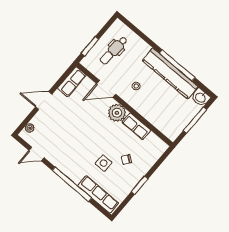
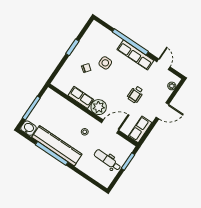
dental chair: (114, 50) -> (107, 160), turned -93
wheelchair: (73, 123) -> (135, 94), added
door: (36, 154) -> (163, 64), hinge flipped
row of seats: (98, 194) -> (135, 55), moved

